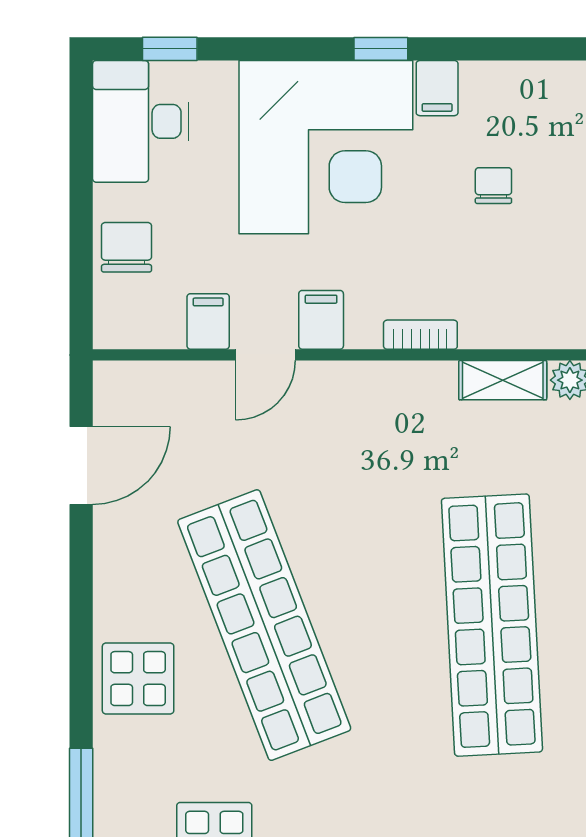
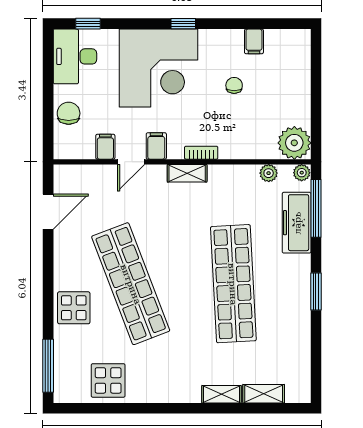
filing cabinet: (437, 88) -> (254, 41), moved
shelving: (503, 380) -> (187, 173), moved

